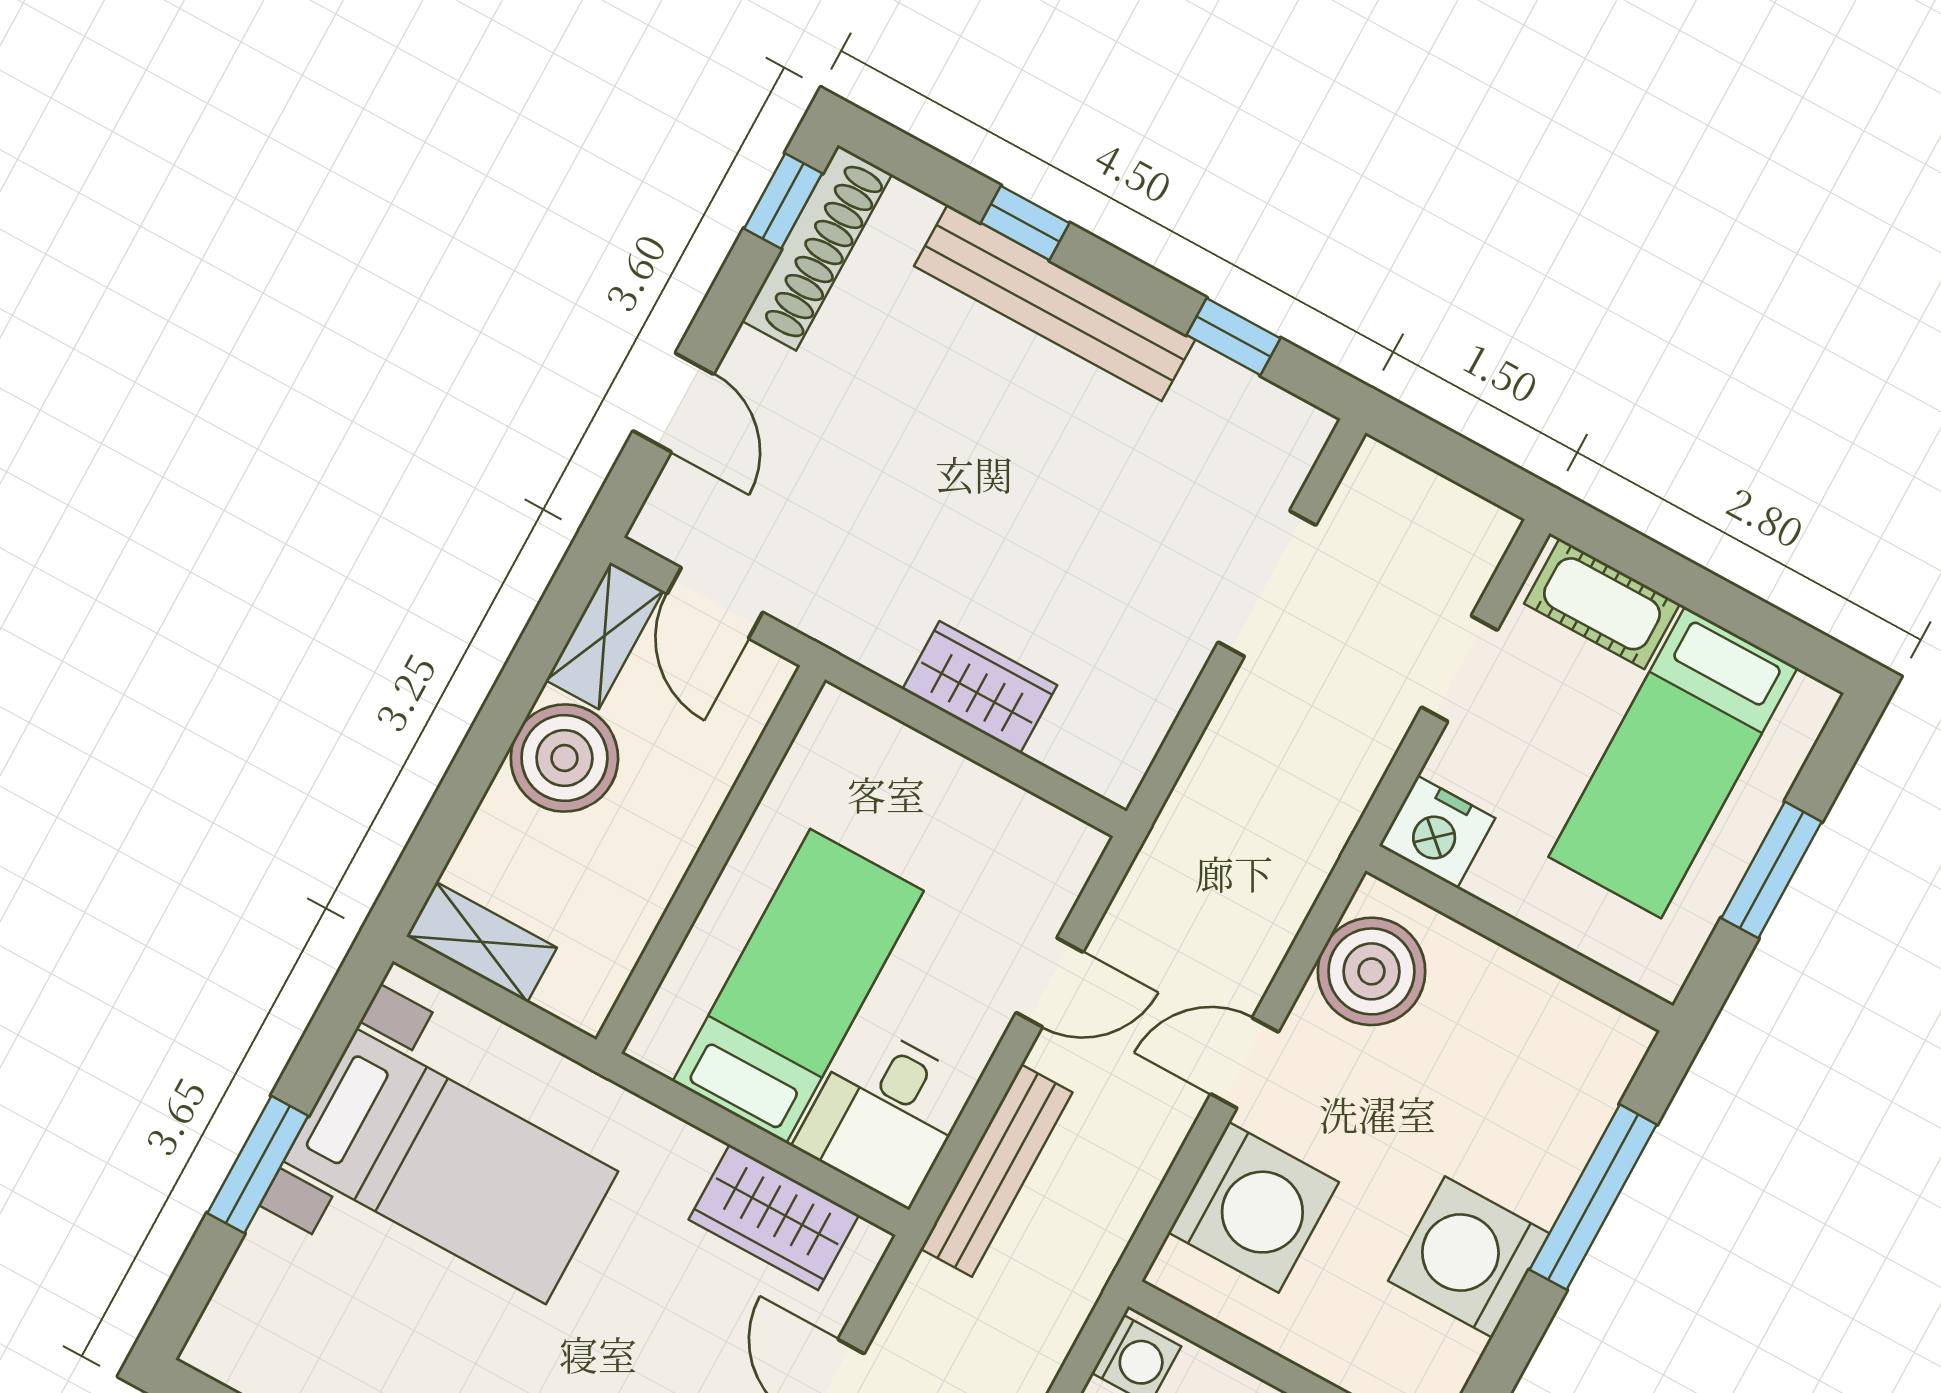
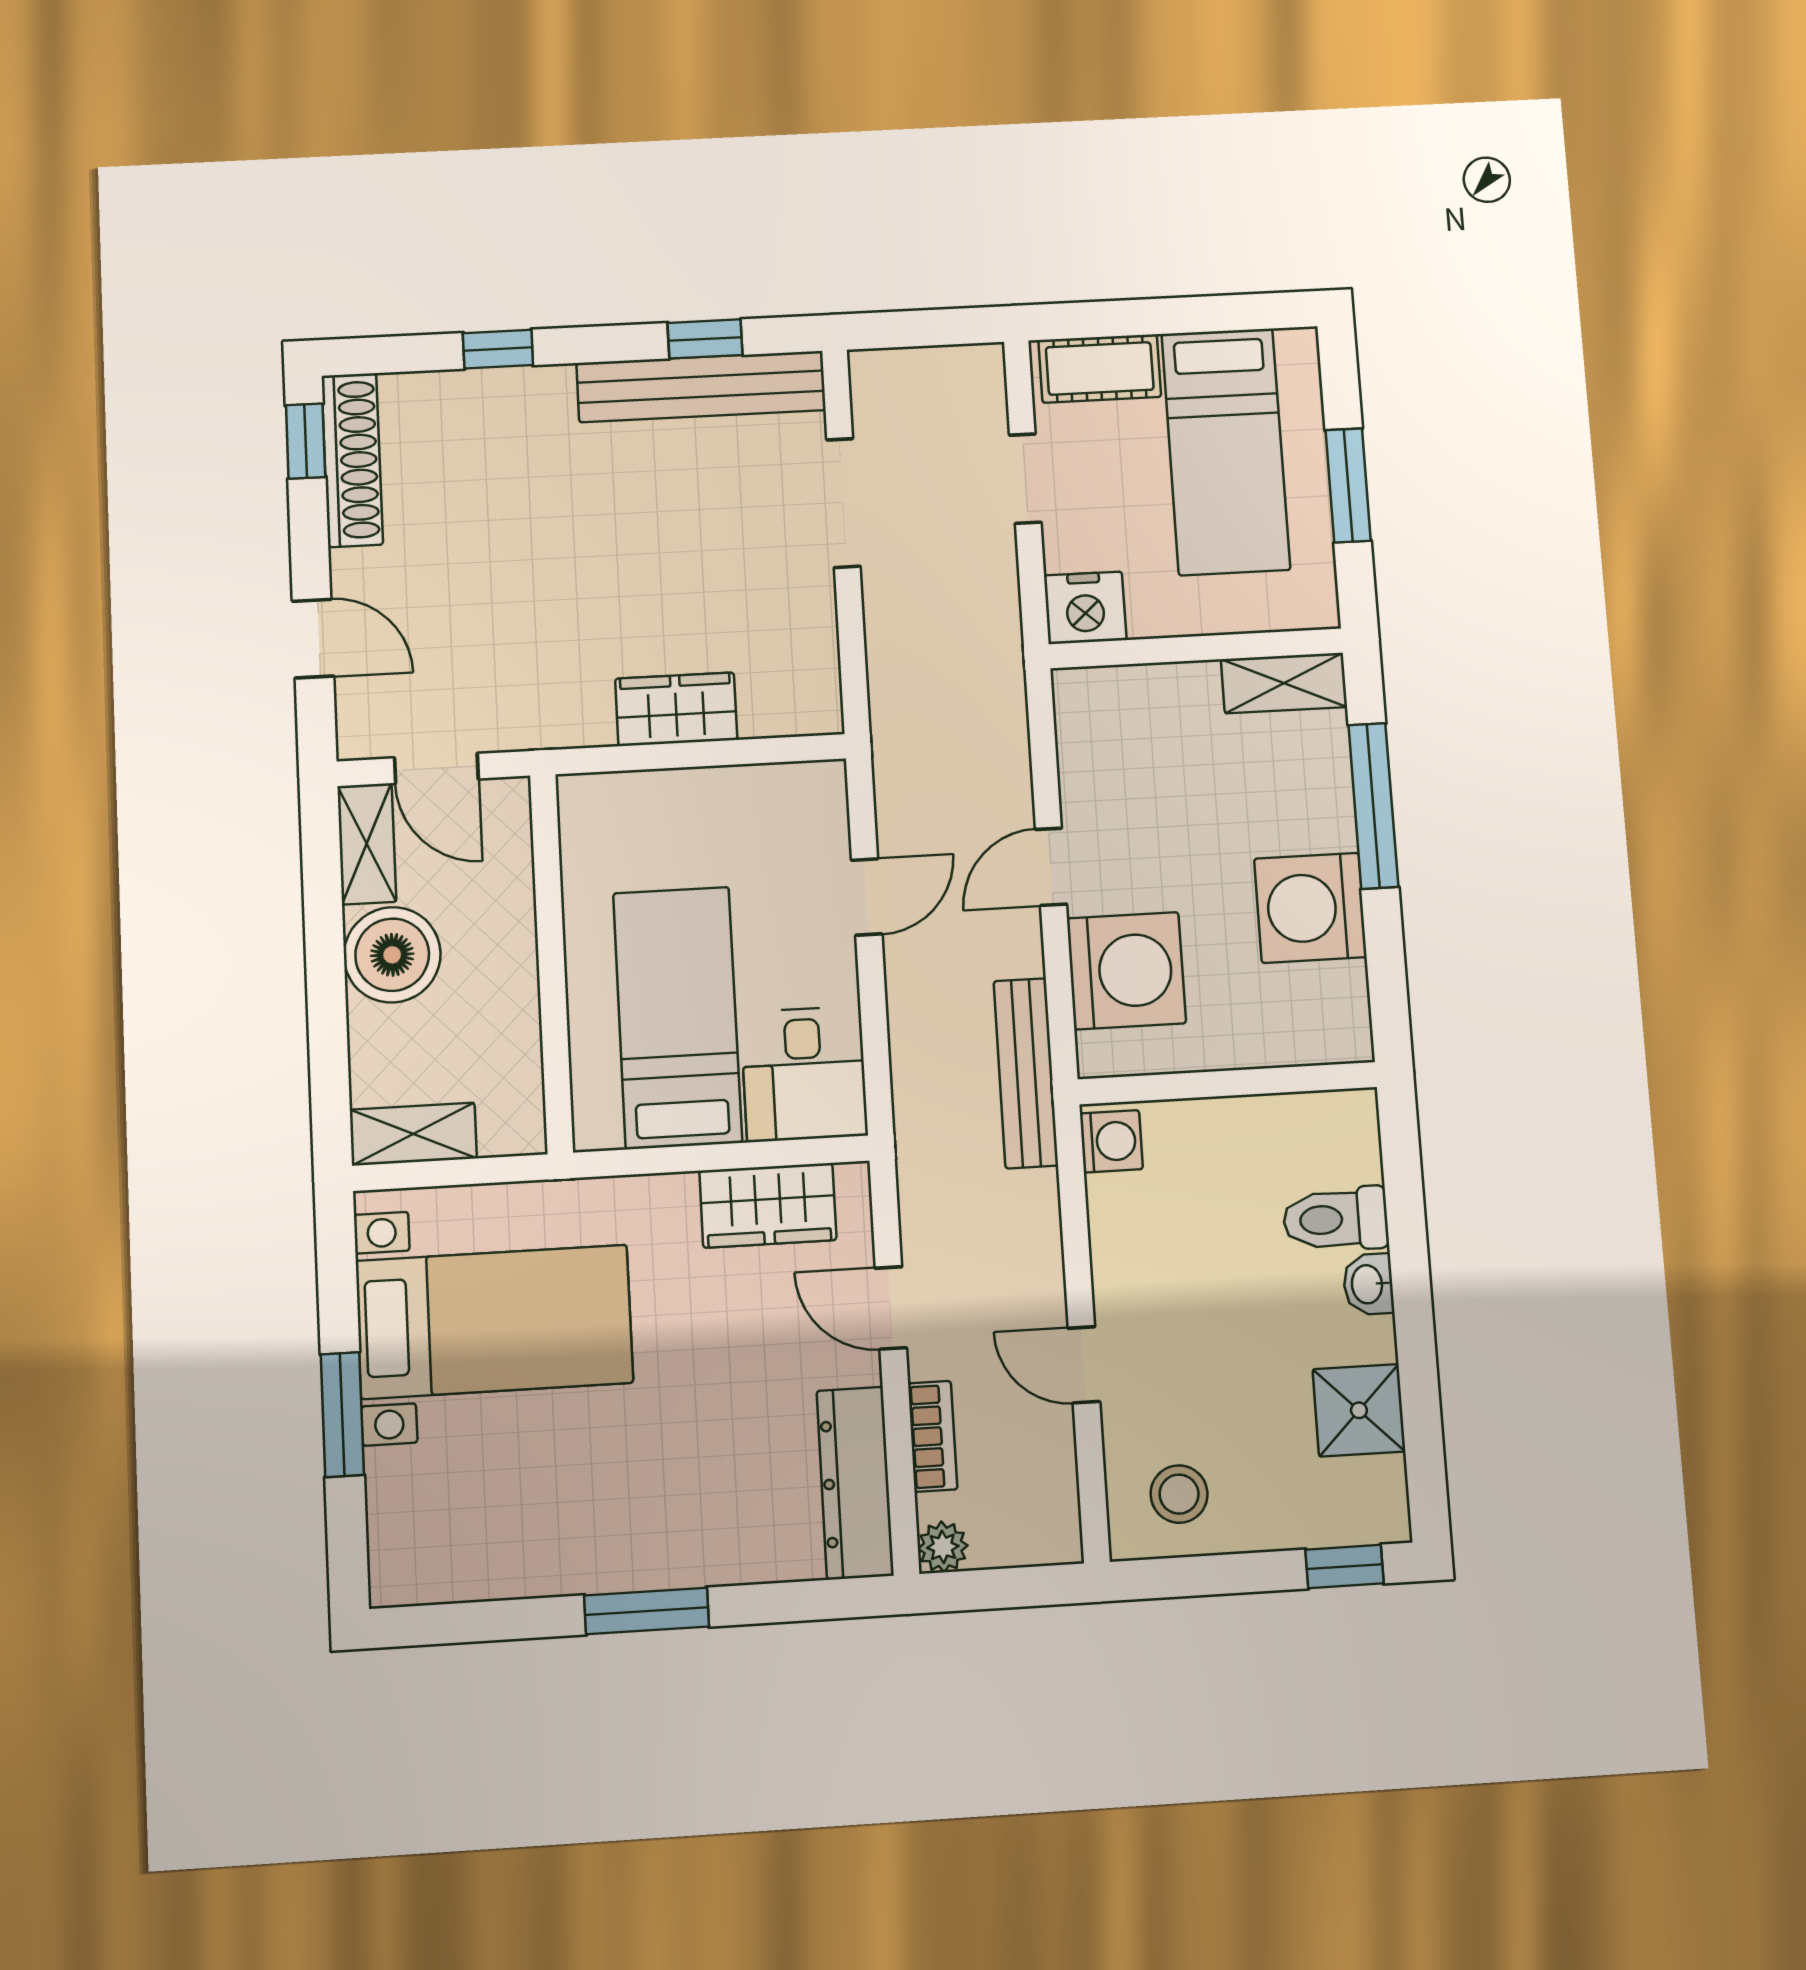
bench: (1055, 303) -> (701, 387), moved
boiler: (1371, 971) -> (1102, 740), removed
shelving: (1583, 1025) -> (1284, 683), added
bench: (996, 1171) -> (1026, 1073), moved

